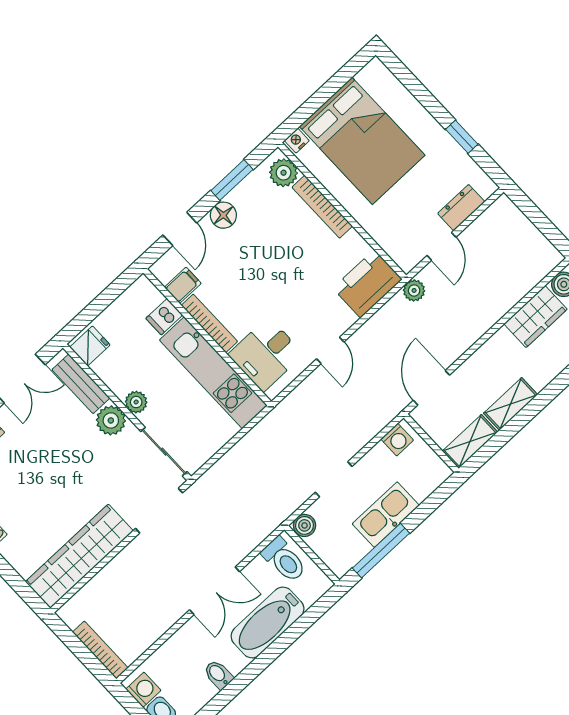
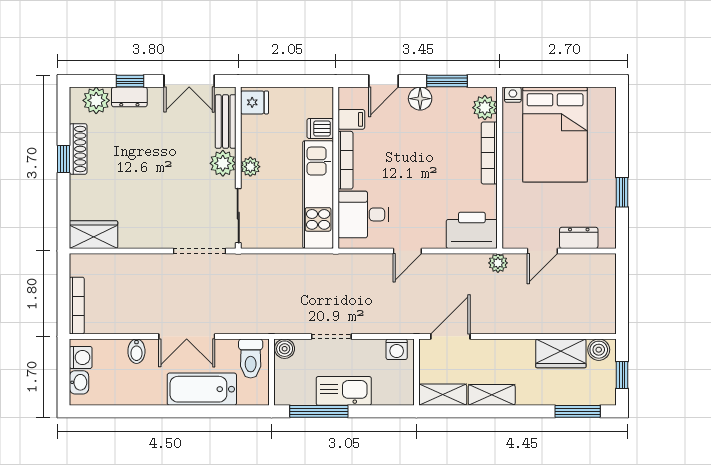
wardrobe: (79, 556) -> (94, 235), width x0.48, depth x0.85
bidet: (218, 675) -> (136, 351), moved, turned 180

